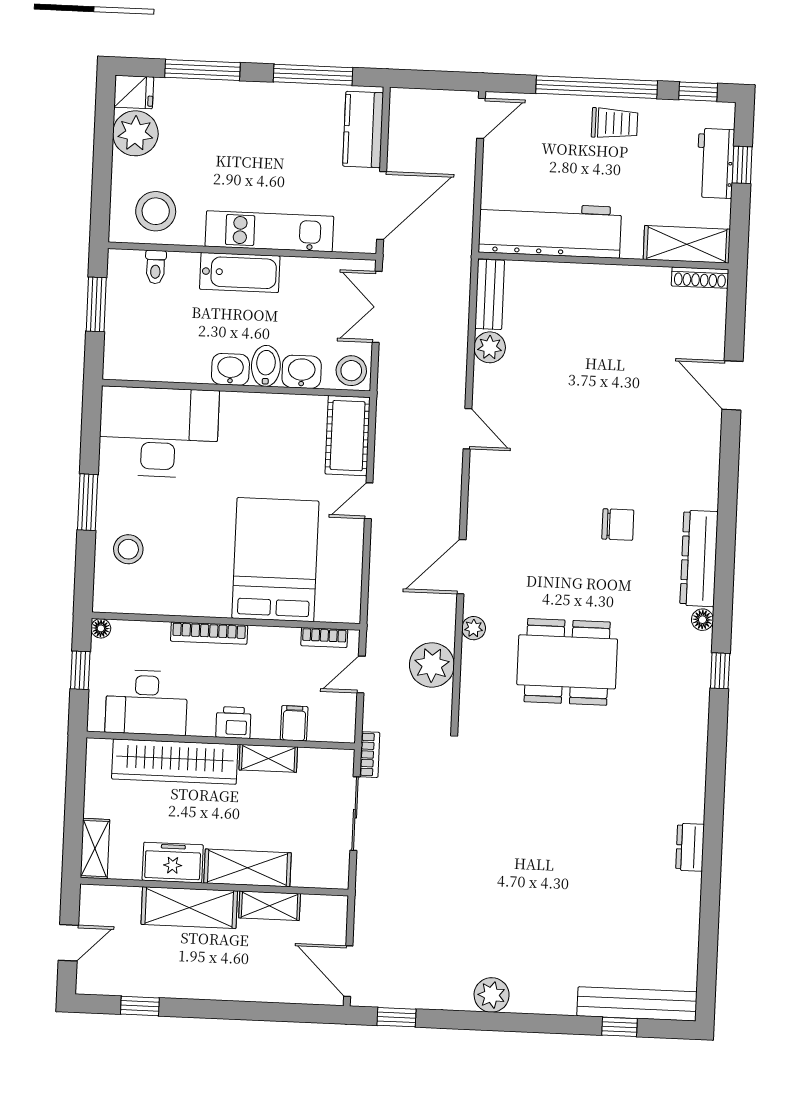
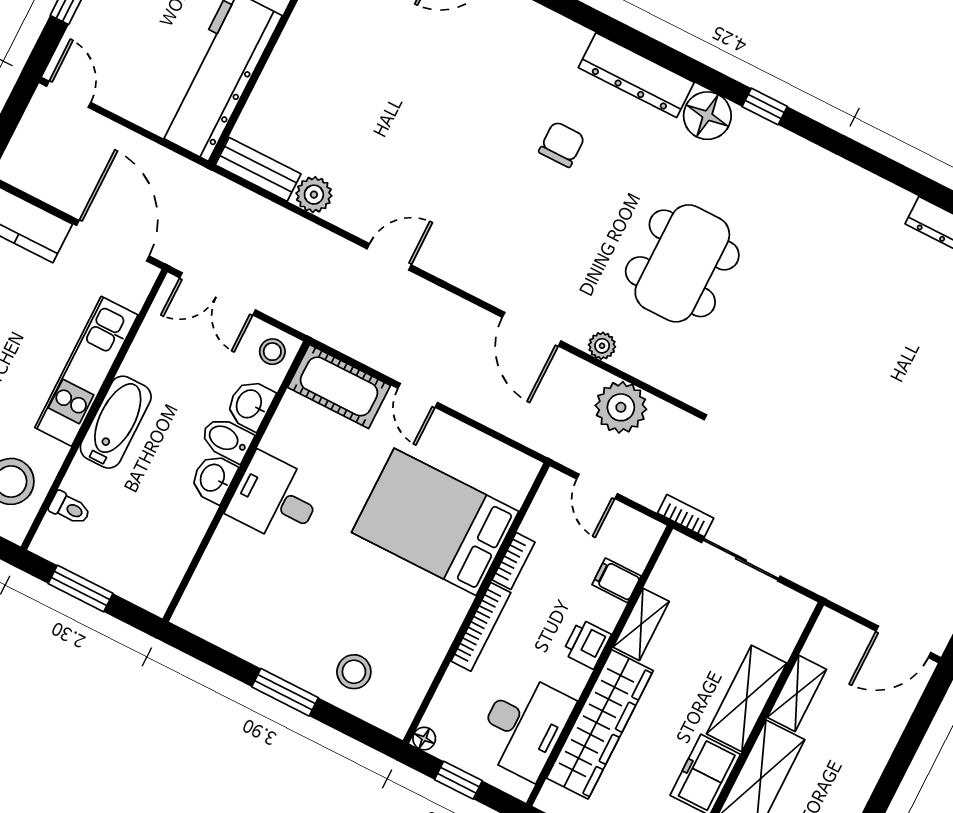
stool: (351, 371) -> (272, 352), width x0.73, depth x0.73
desk: (159, 432) -> (275, 499), moved, width x0.53, depth x0.77
floor lamp: (702, 620) -> (707, 116), width x1.89, depth x1.89
bookcase: (324, 638) -> (514, 561), moved

